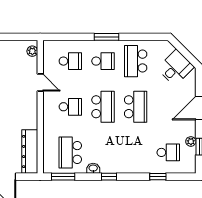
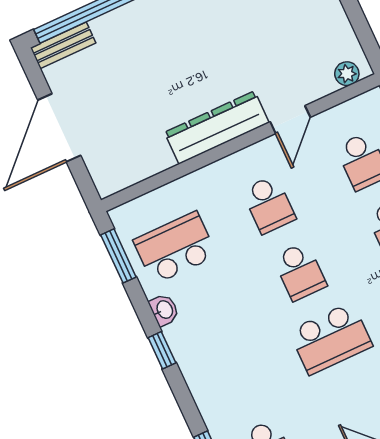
school desk: (103, 107) -> (300, 271), width x0.54
dresser: (30, 151) -> (217, 127), moved

